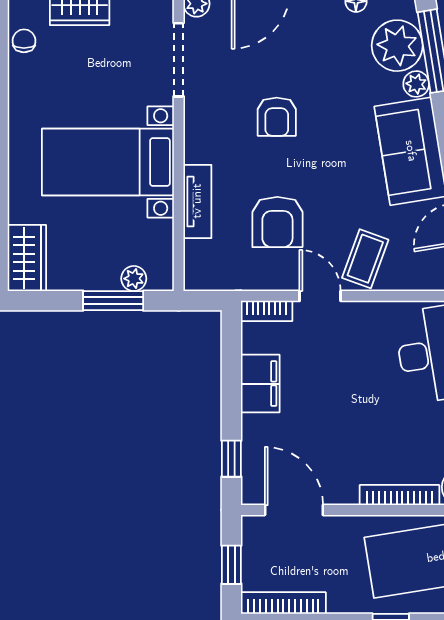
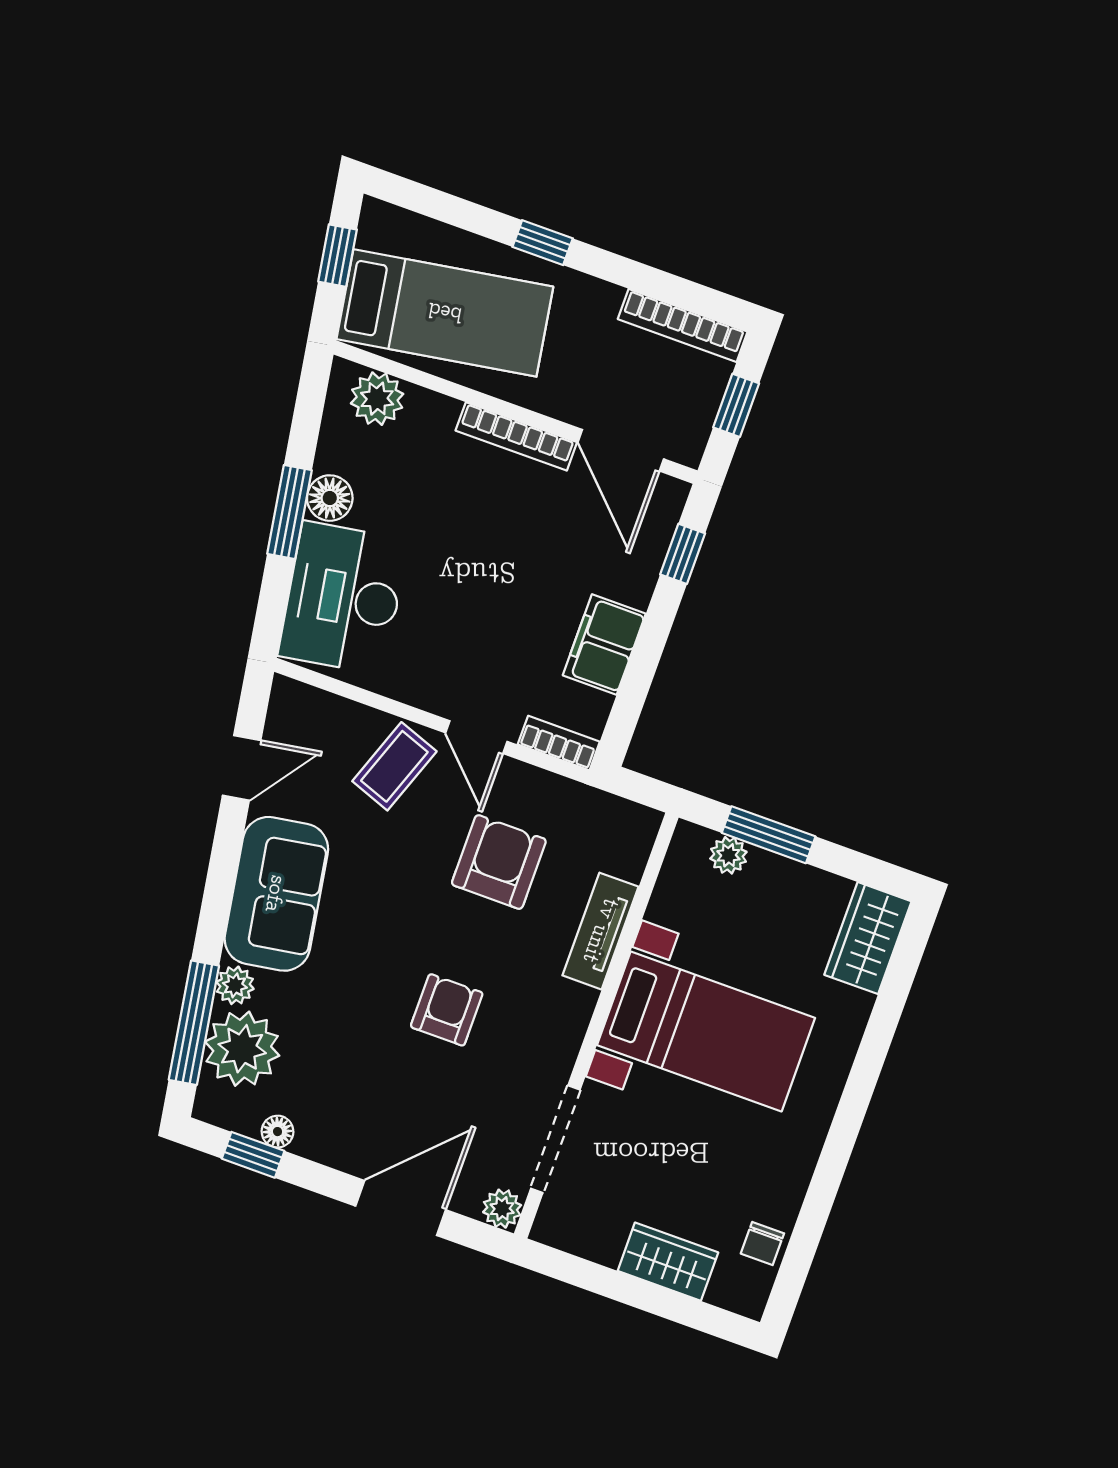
bookcase: (400, 495) -> (516, 436), moved

